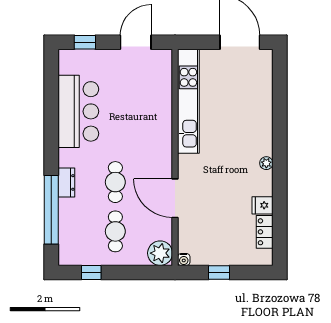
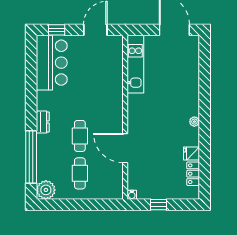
kitchen unit: (188, 101) -> (135, 64), width x0.73
bar counter: (78, 111) -> (52, 63), moved
dresser: (66, 182) -> (43, 122), moved
plant: (160, 253) -> (46, 190), moved
window: (91, 273) -> (62, 205), removed

